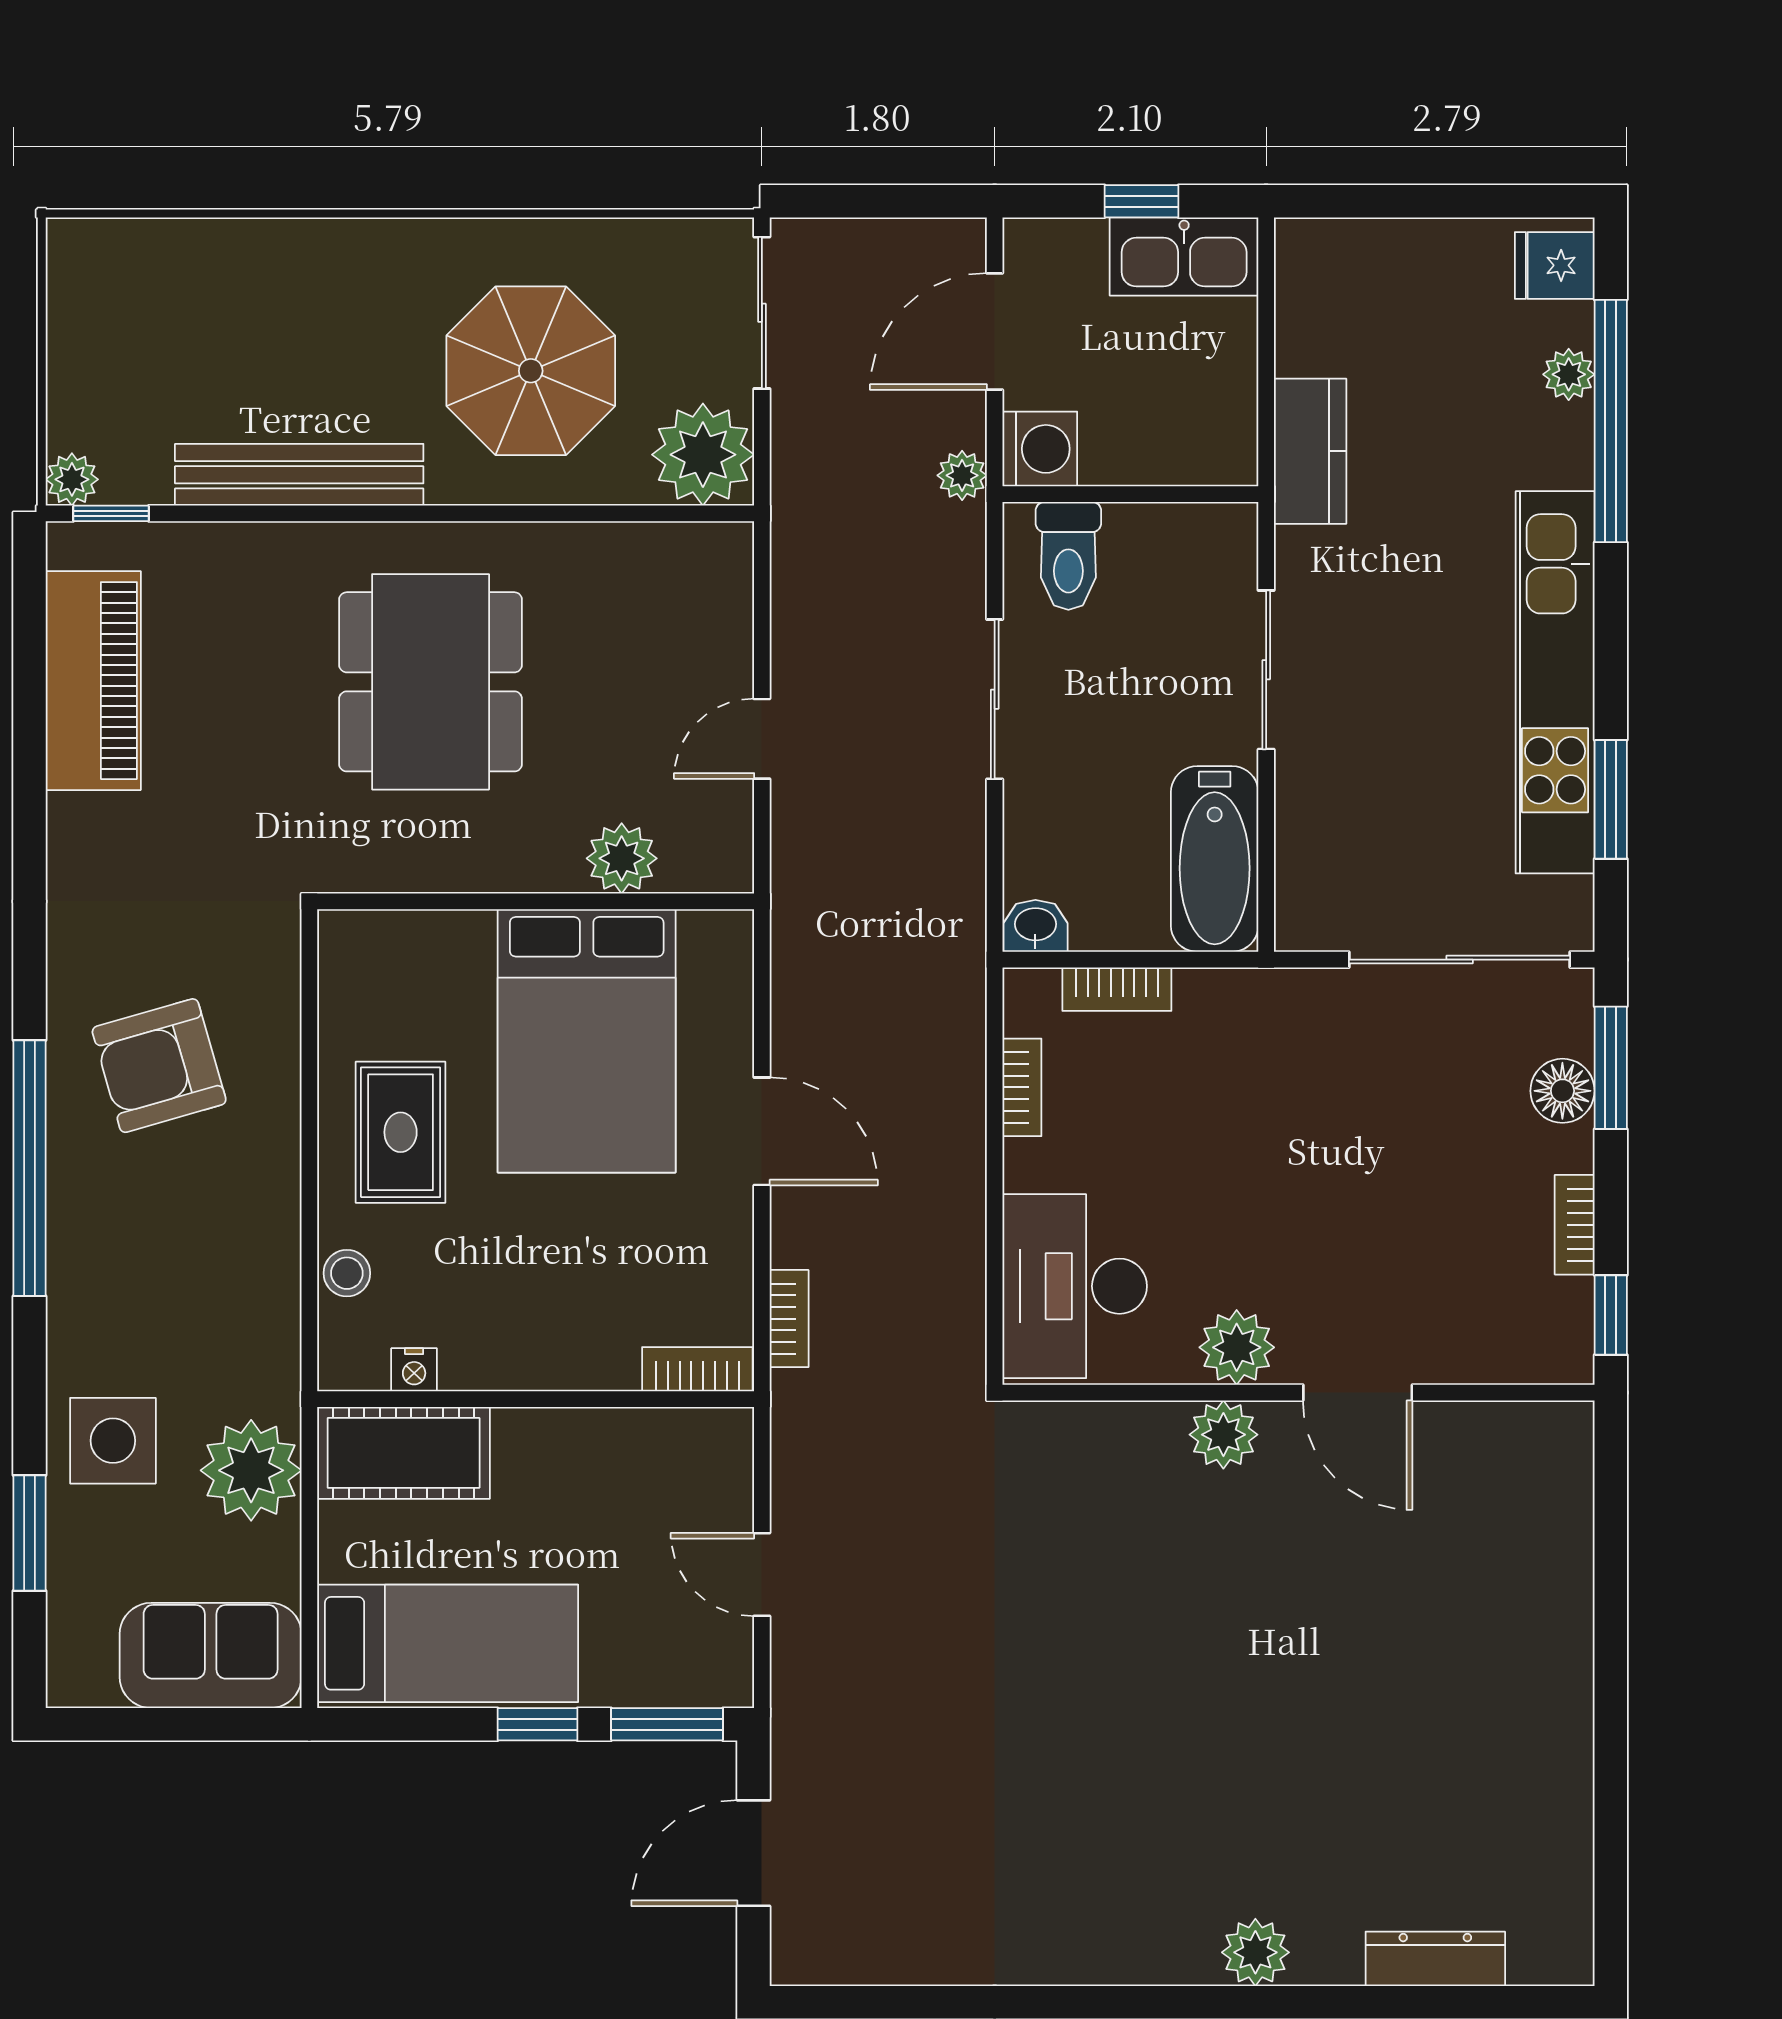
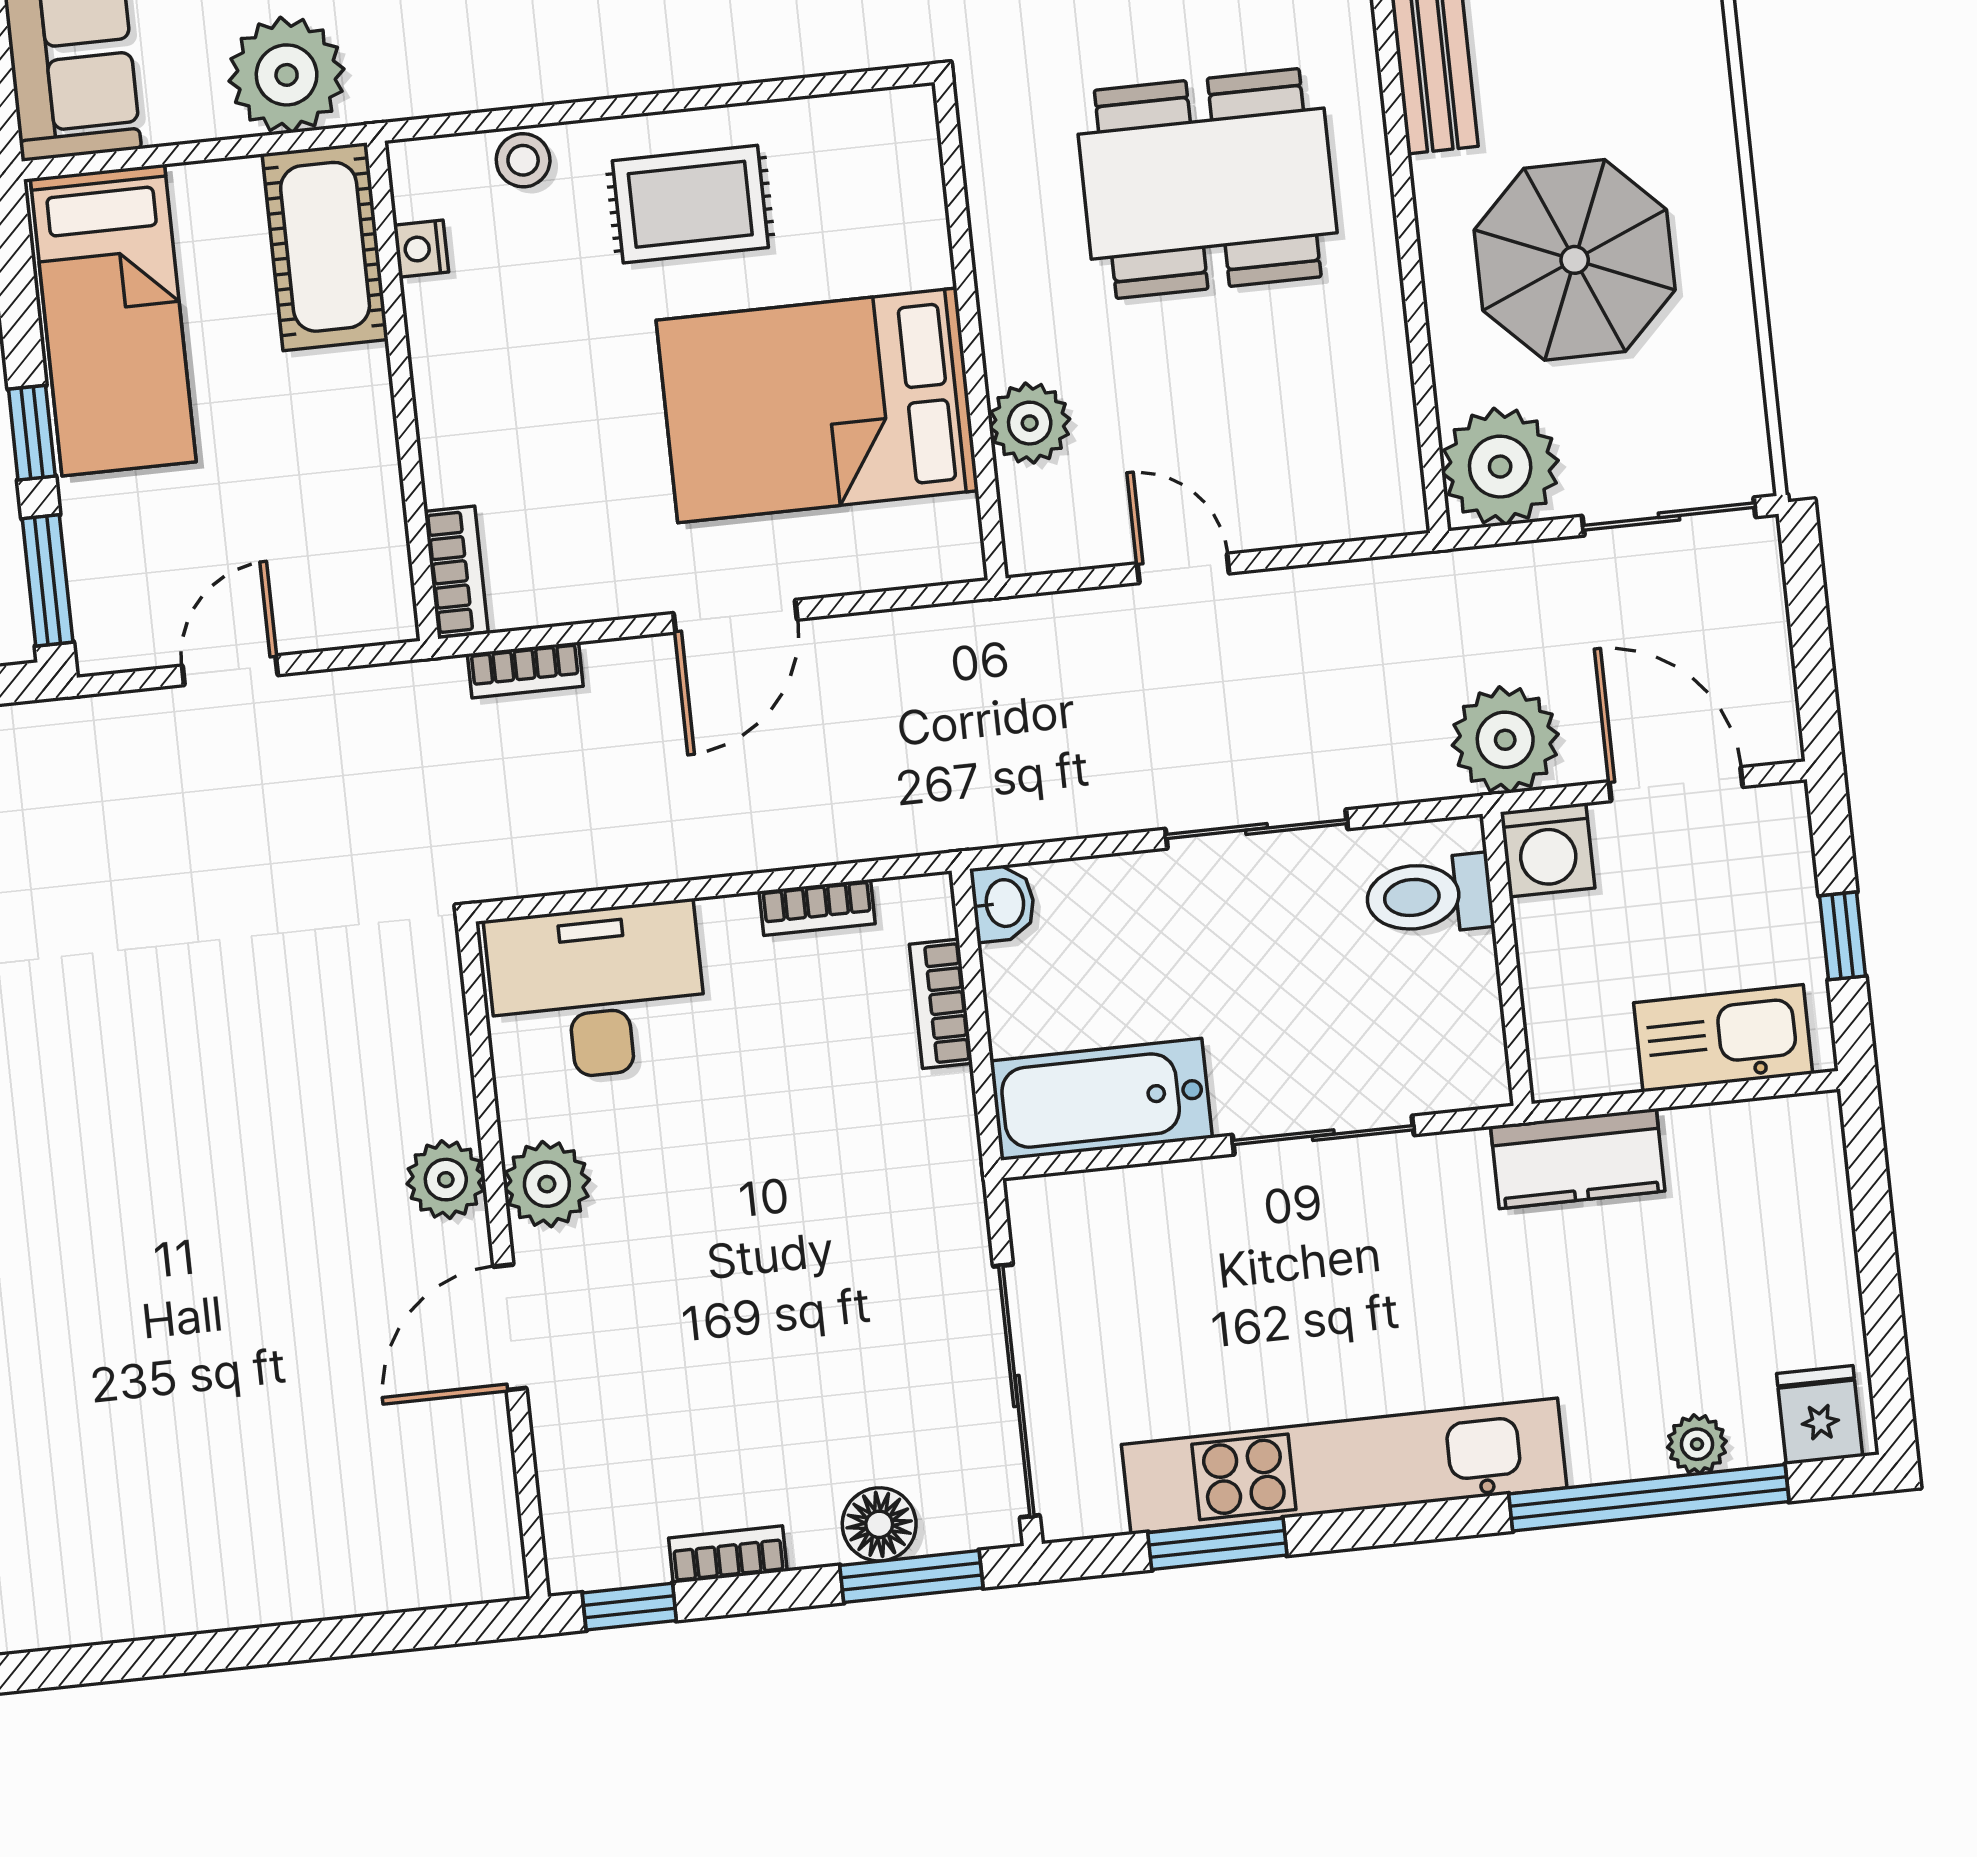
kitchen sink: (1184, 257) -> (1723, 1038), moved, turned 90
plant: (962, 475) -> (1505, 740), width x1.87, depth x1.87

